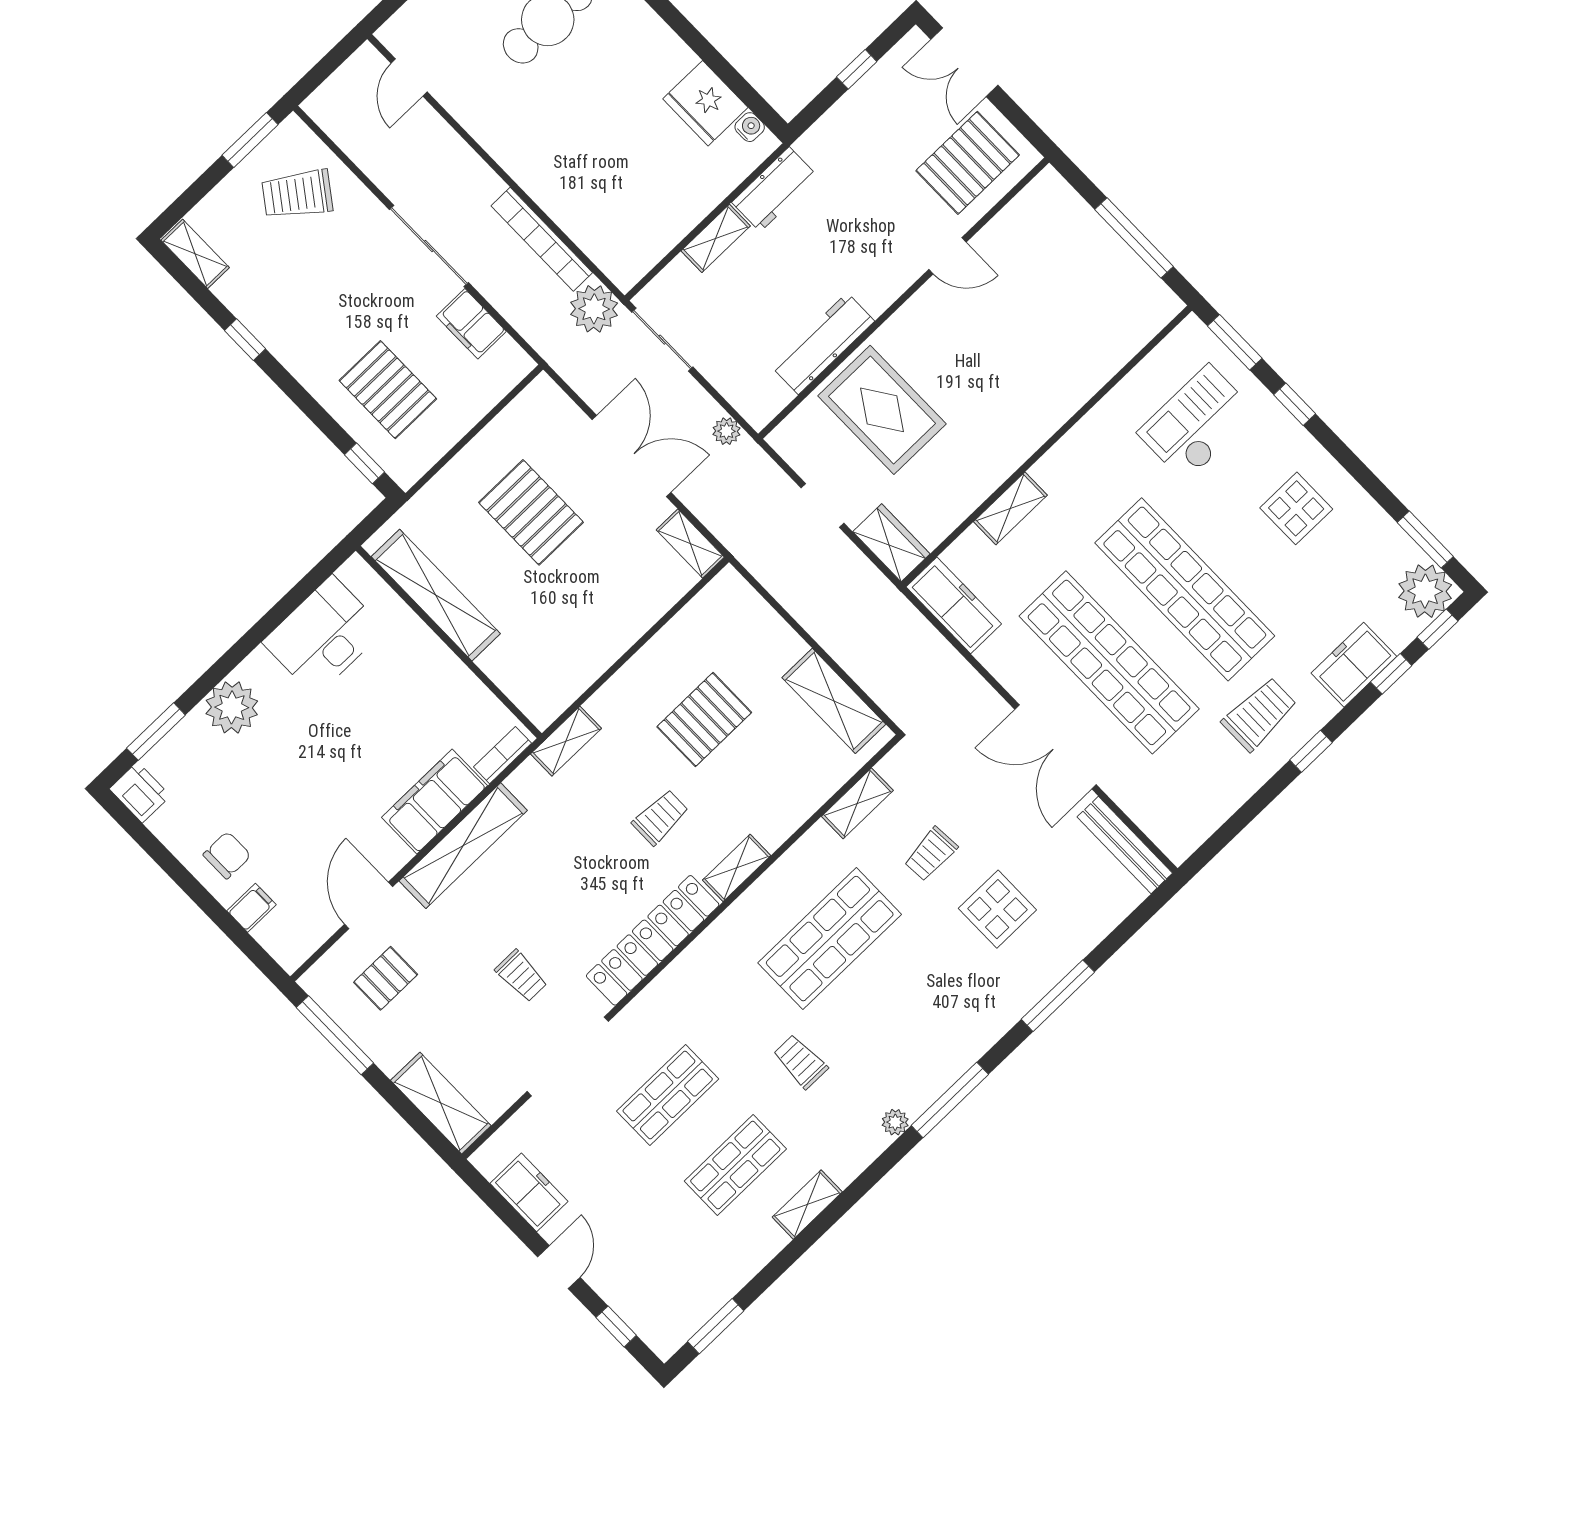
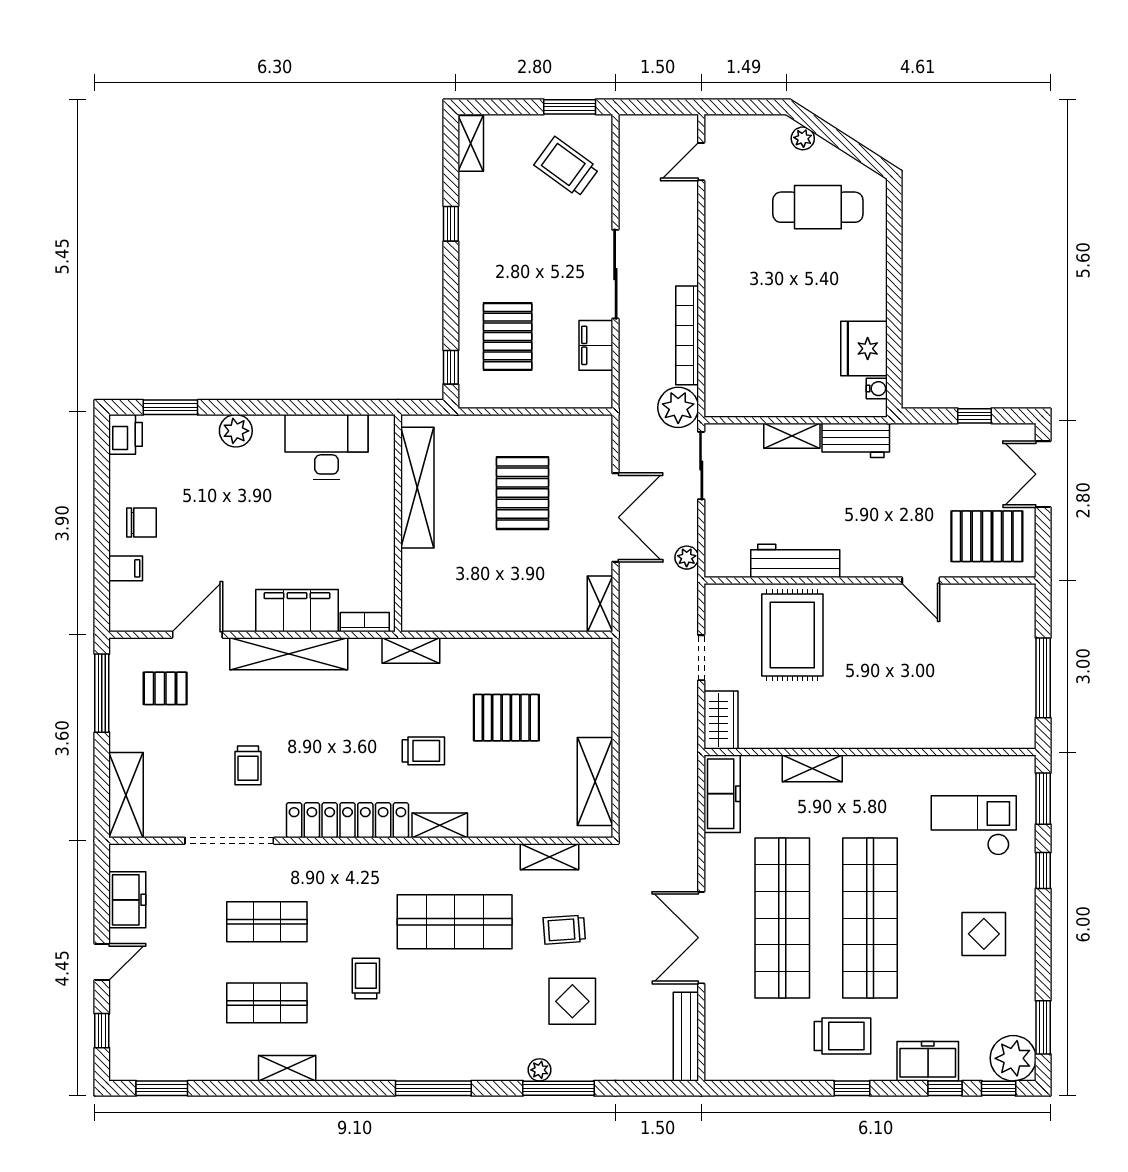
plant: (232, 707) -> (236, 431), width x0.73, depth x0.73
plant: (895, 1122) -> (540, 1070), moved

